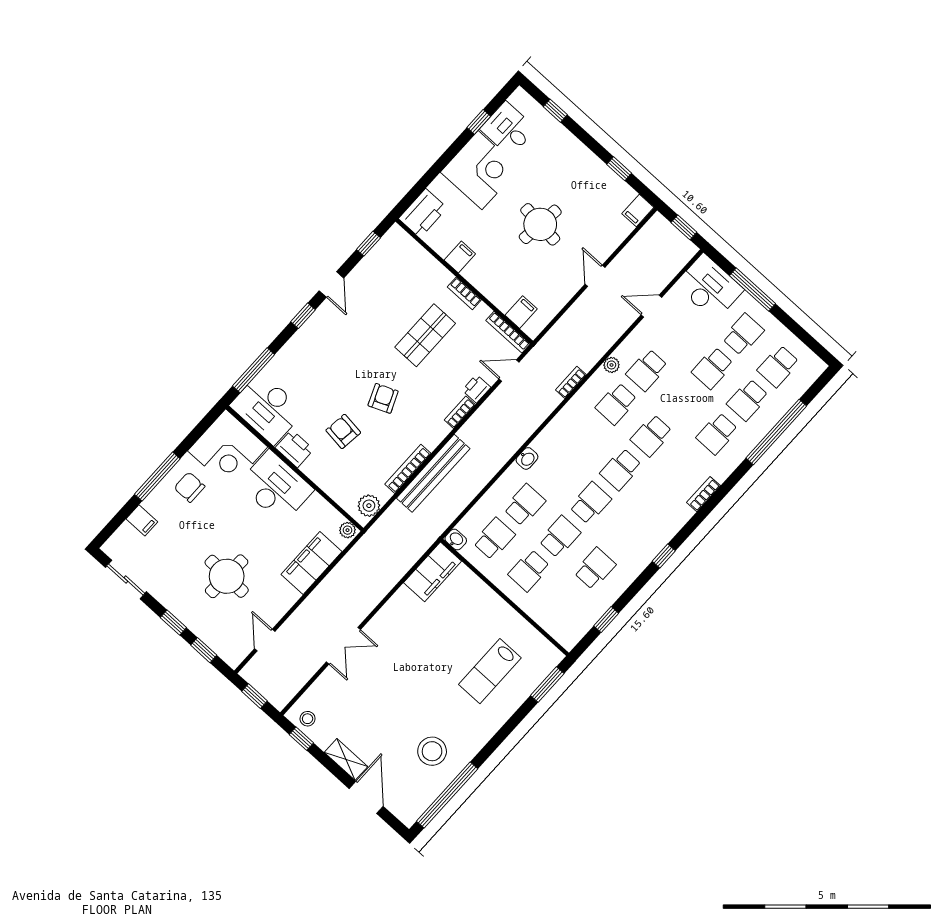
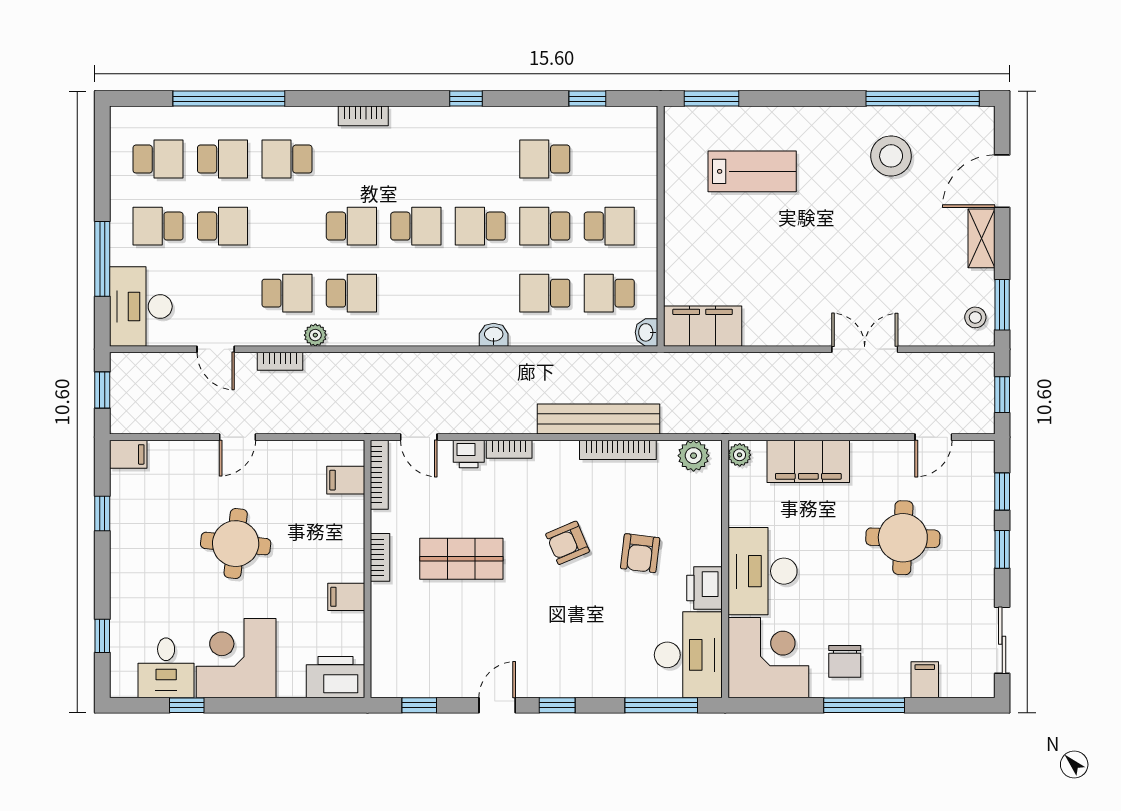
bookcase: (571, 382) -> (280, 361), moved
school desk: (717, 434) -> (287, 159), turned 180
window: (301, 739) -> (1002, 305), width x1.50

